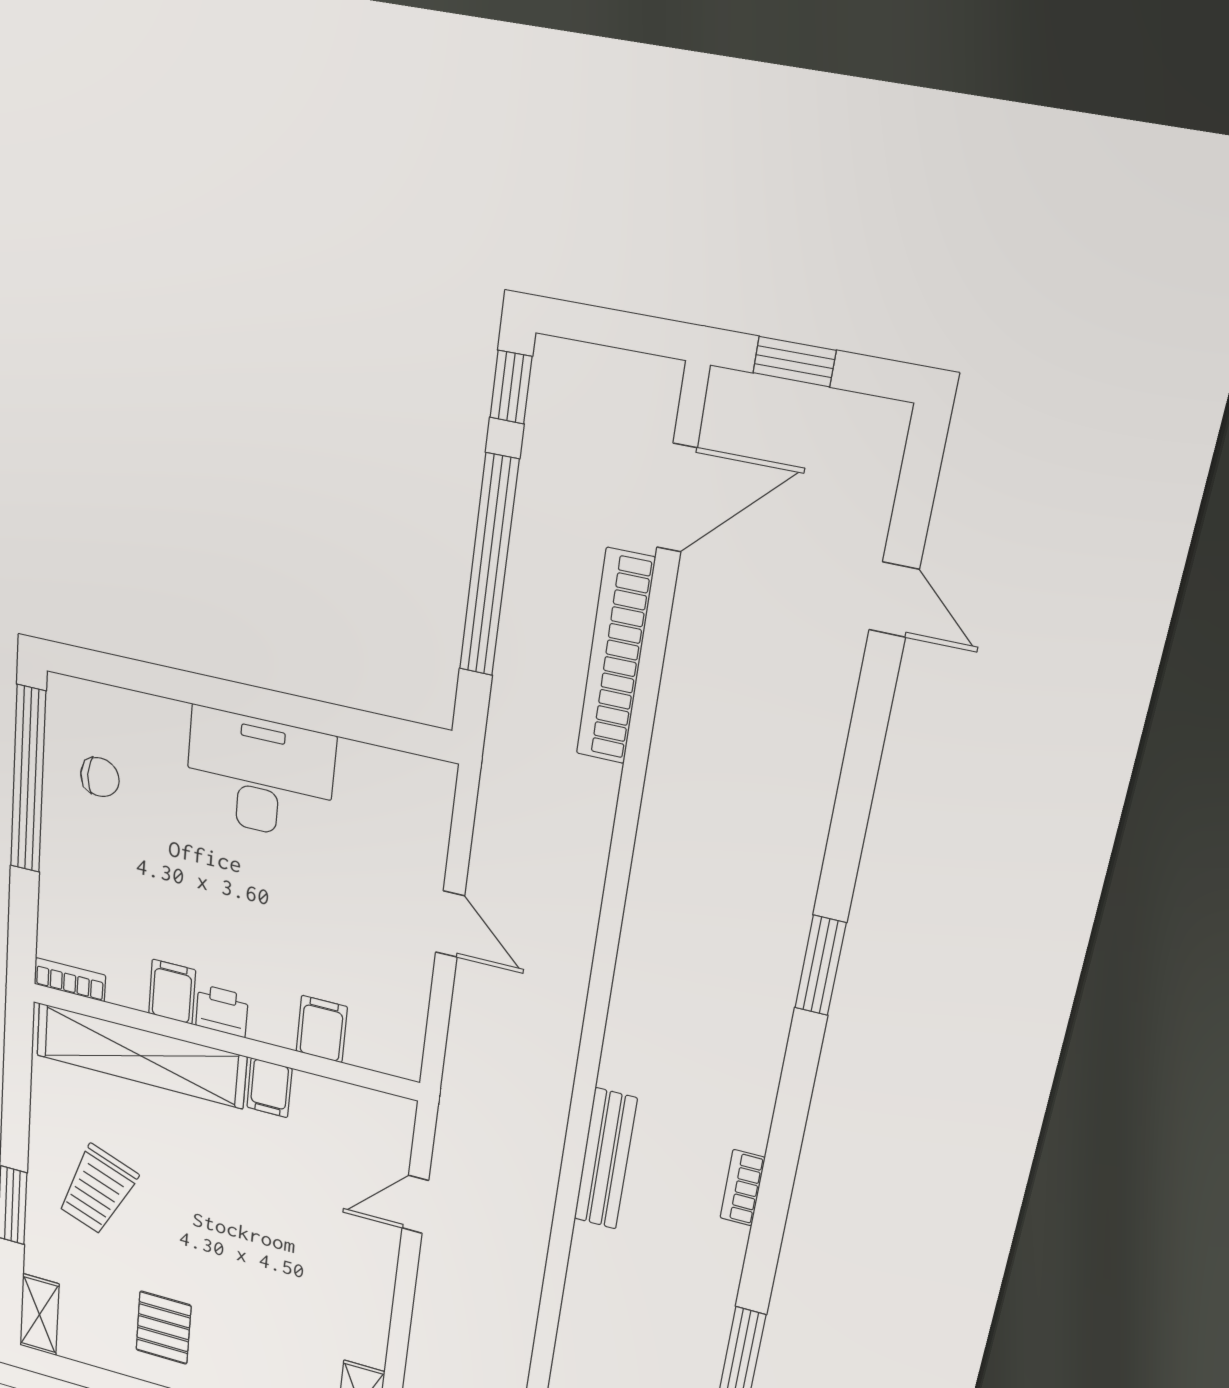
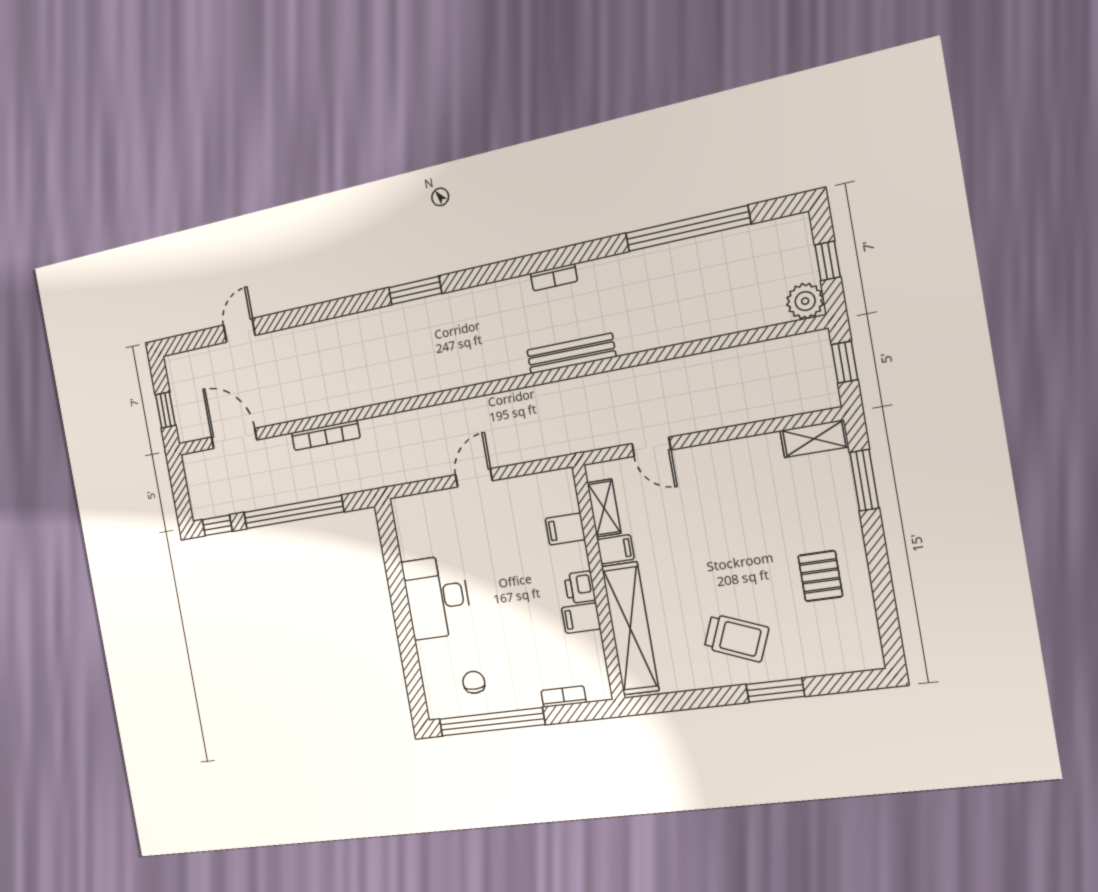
bookcase: (615, 657) -> (326, 435), width x0.68, depth x0.76
bookcase: (70, 980) -> (564, 697), moved, turned 90
shelving: (39, 1315) -> (604, 508), moved, turned 90
pallet: (163, 1328) -> (820, 576), turned 90

